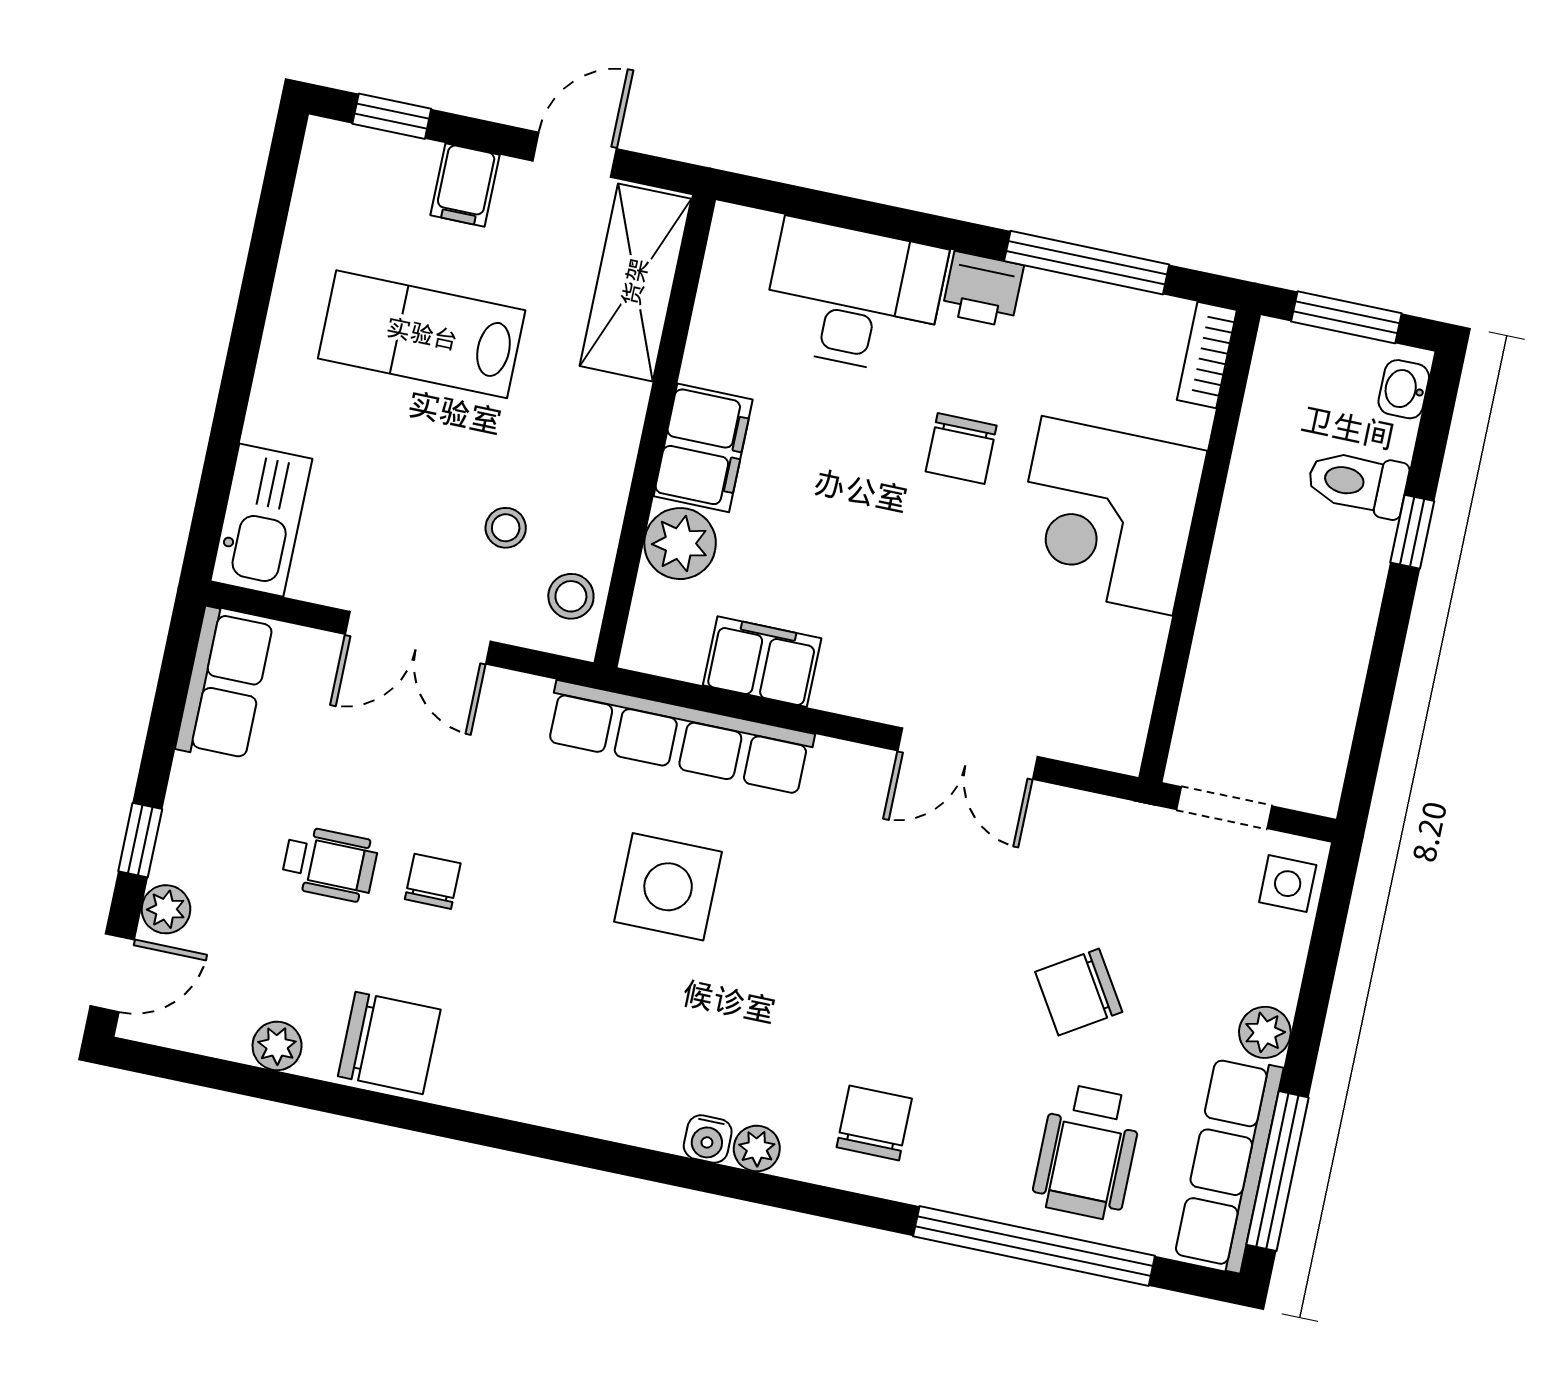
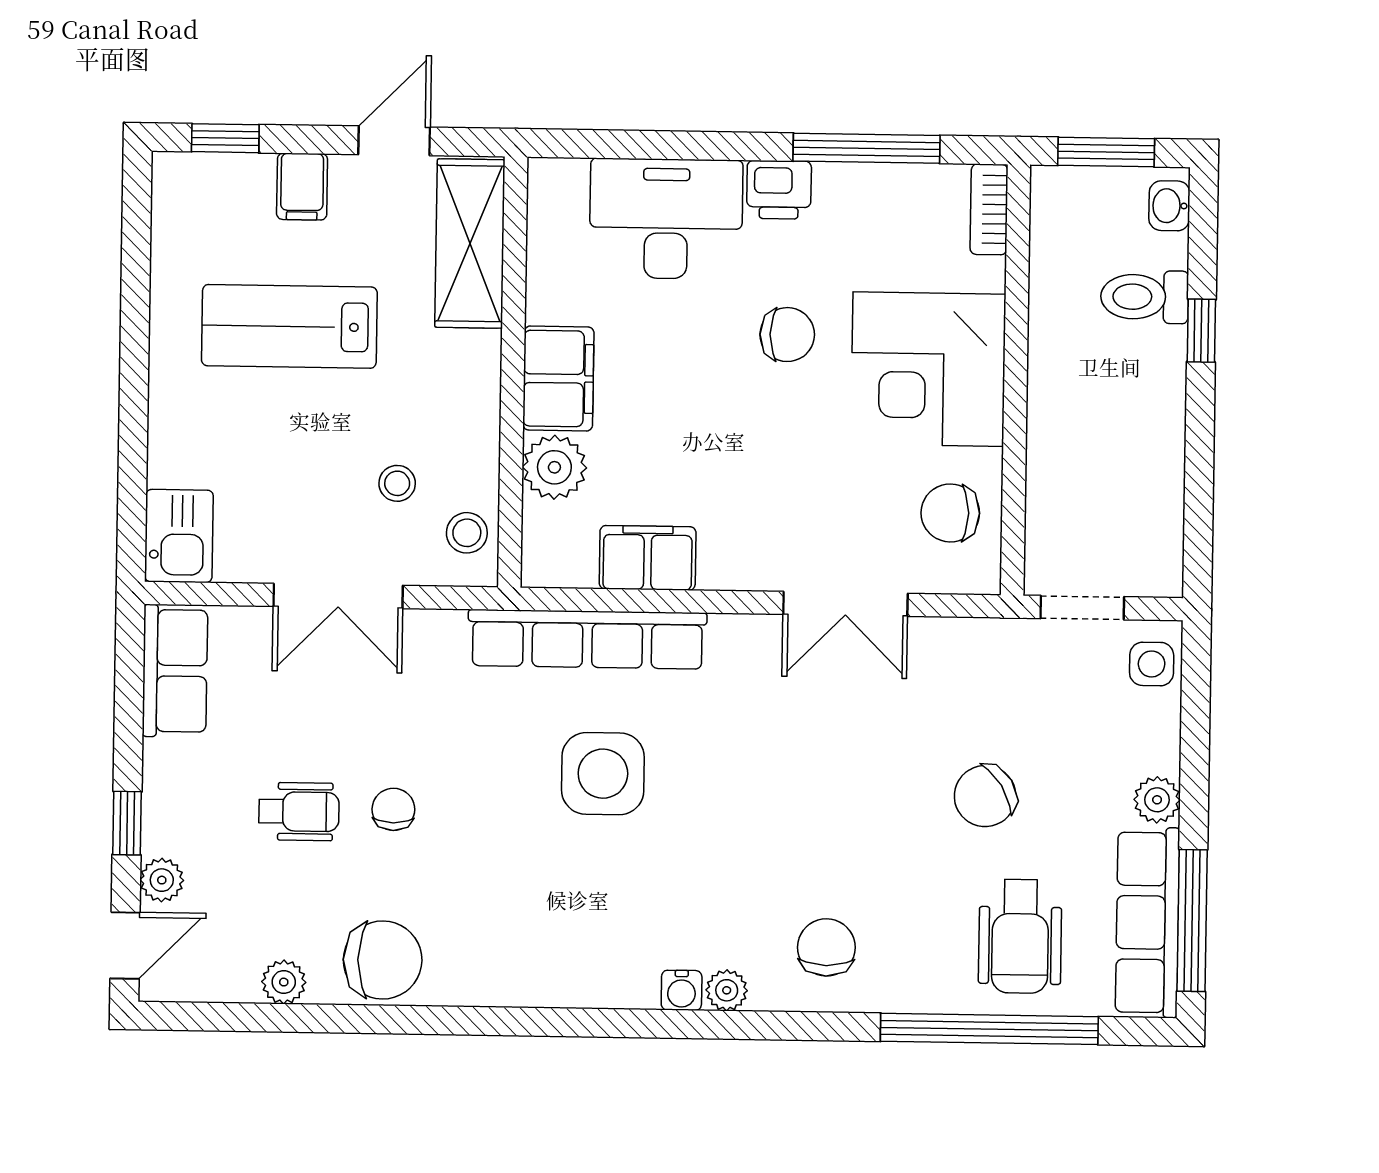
chair: (961, 448) -> (787, 335), turned -90
kitchen sink: (261, 520) -> (179, 536), width x0.73
chair: (1101, 677) -> (950, 513), added

